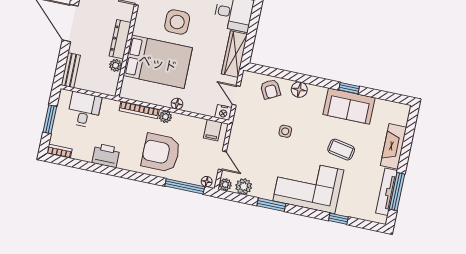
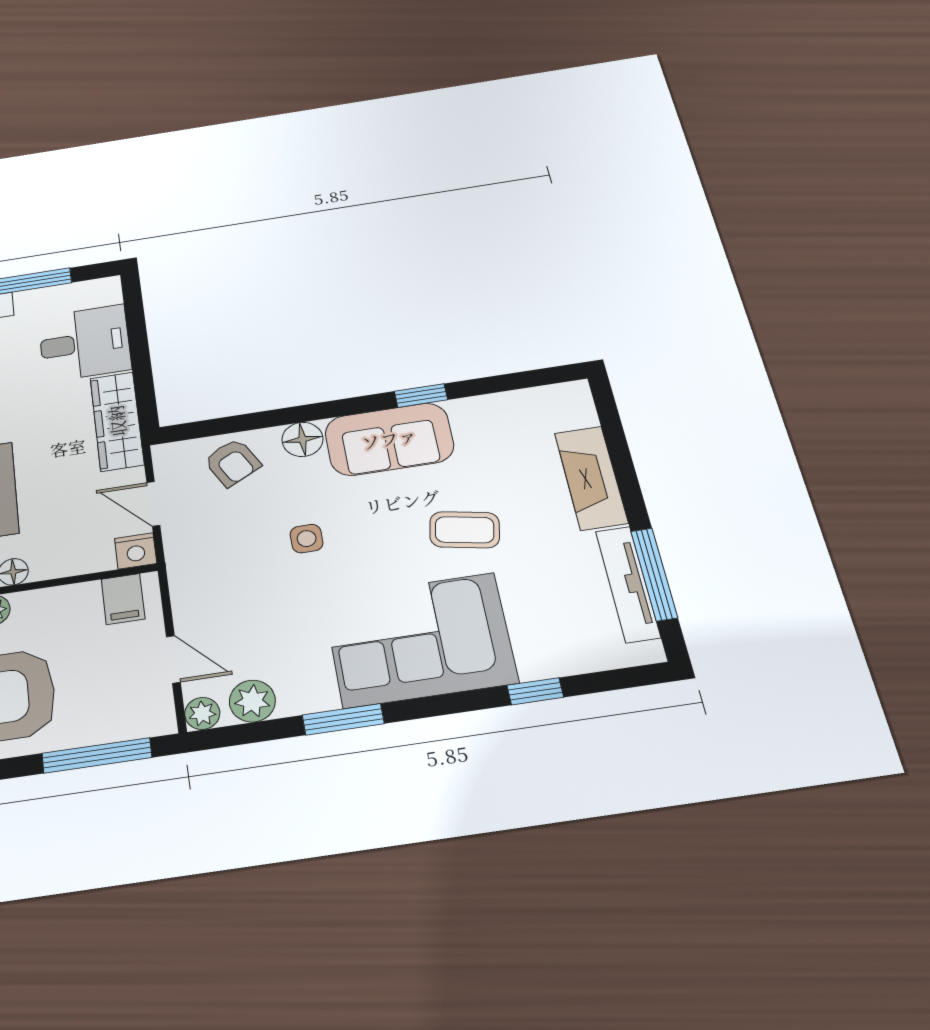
sofa: (349, 106) -> (389, 439), moved
floor lamp: (207, 182) -> (151, 723), removed

